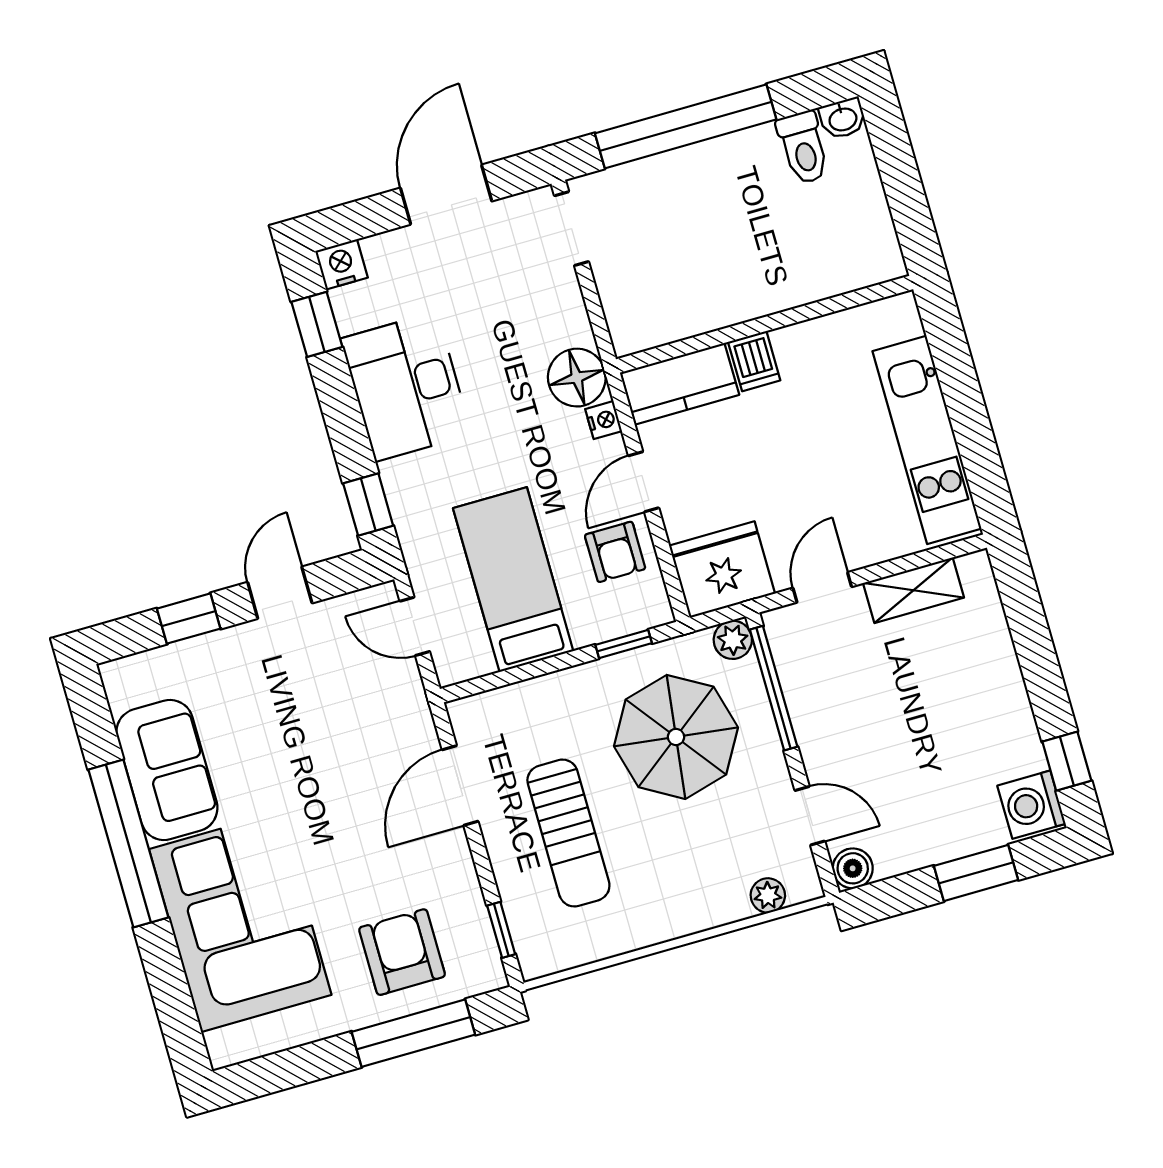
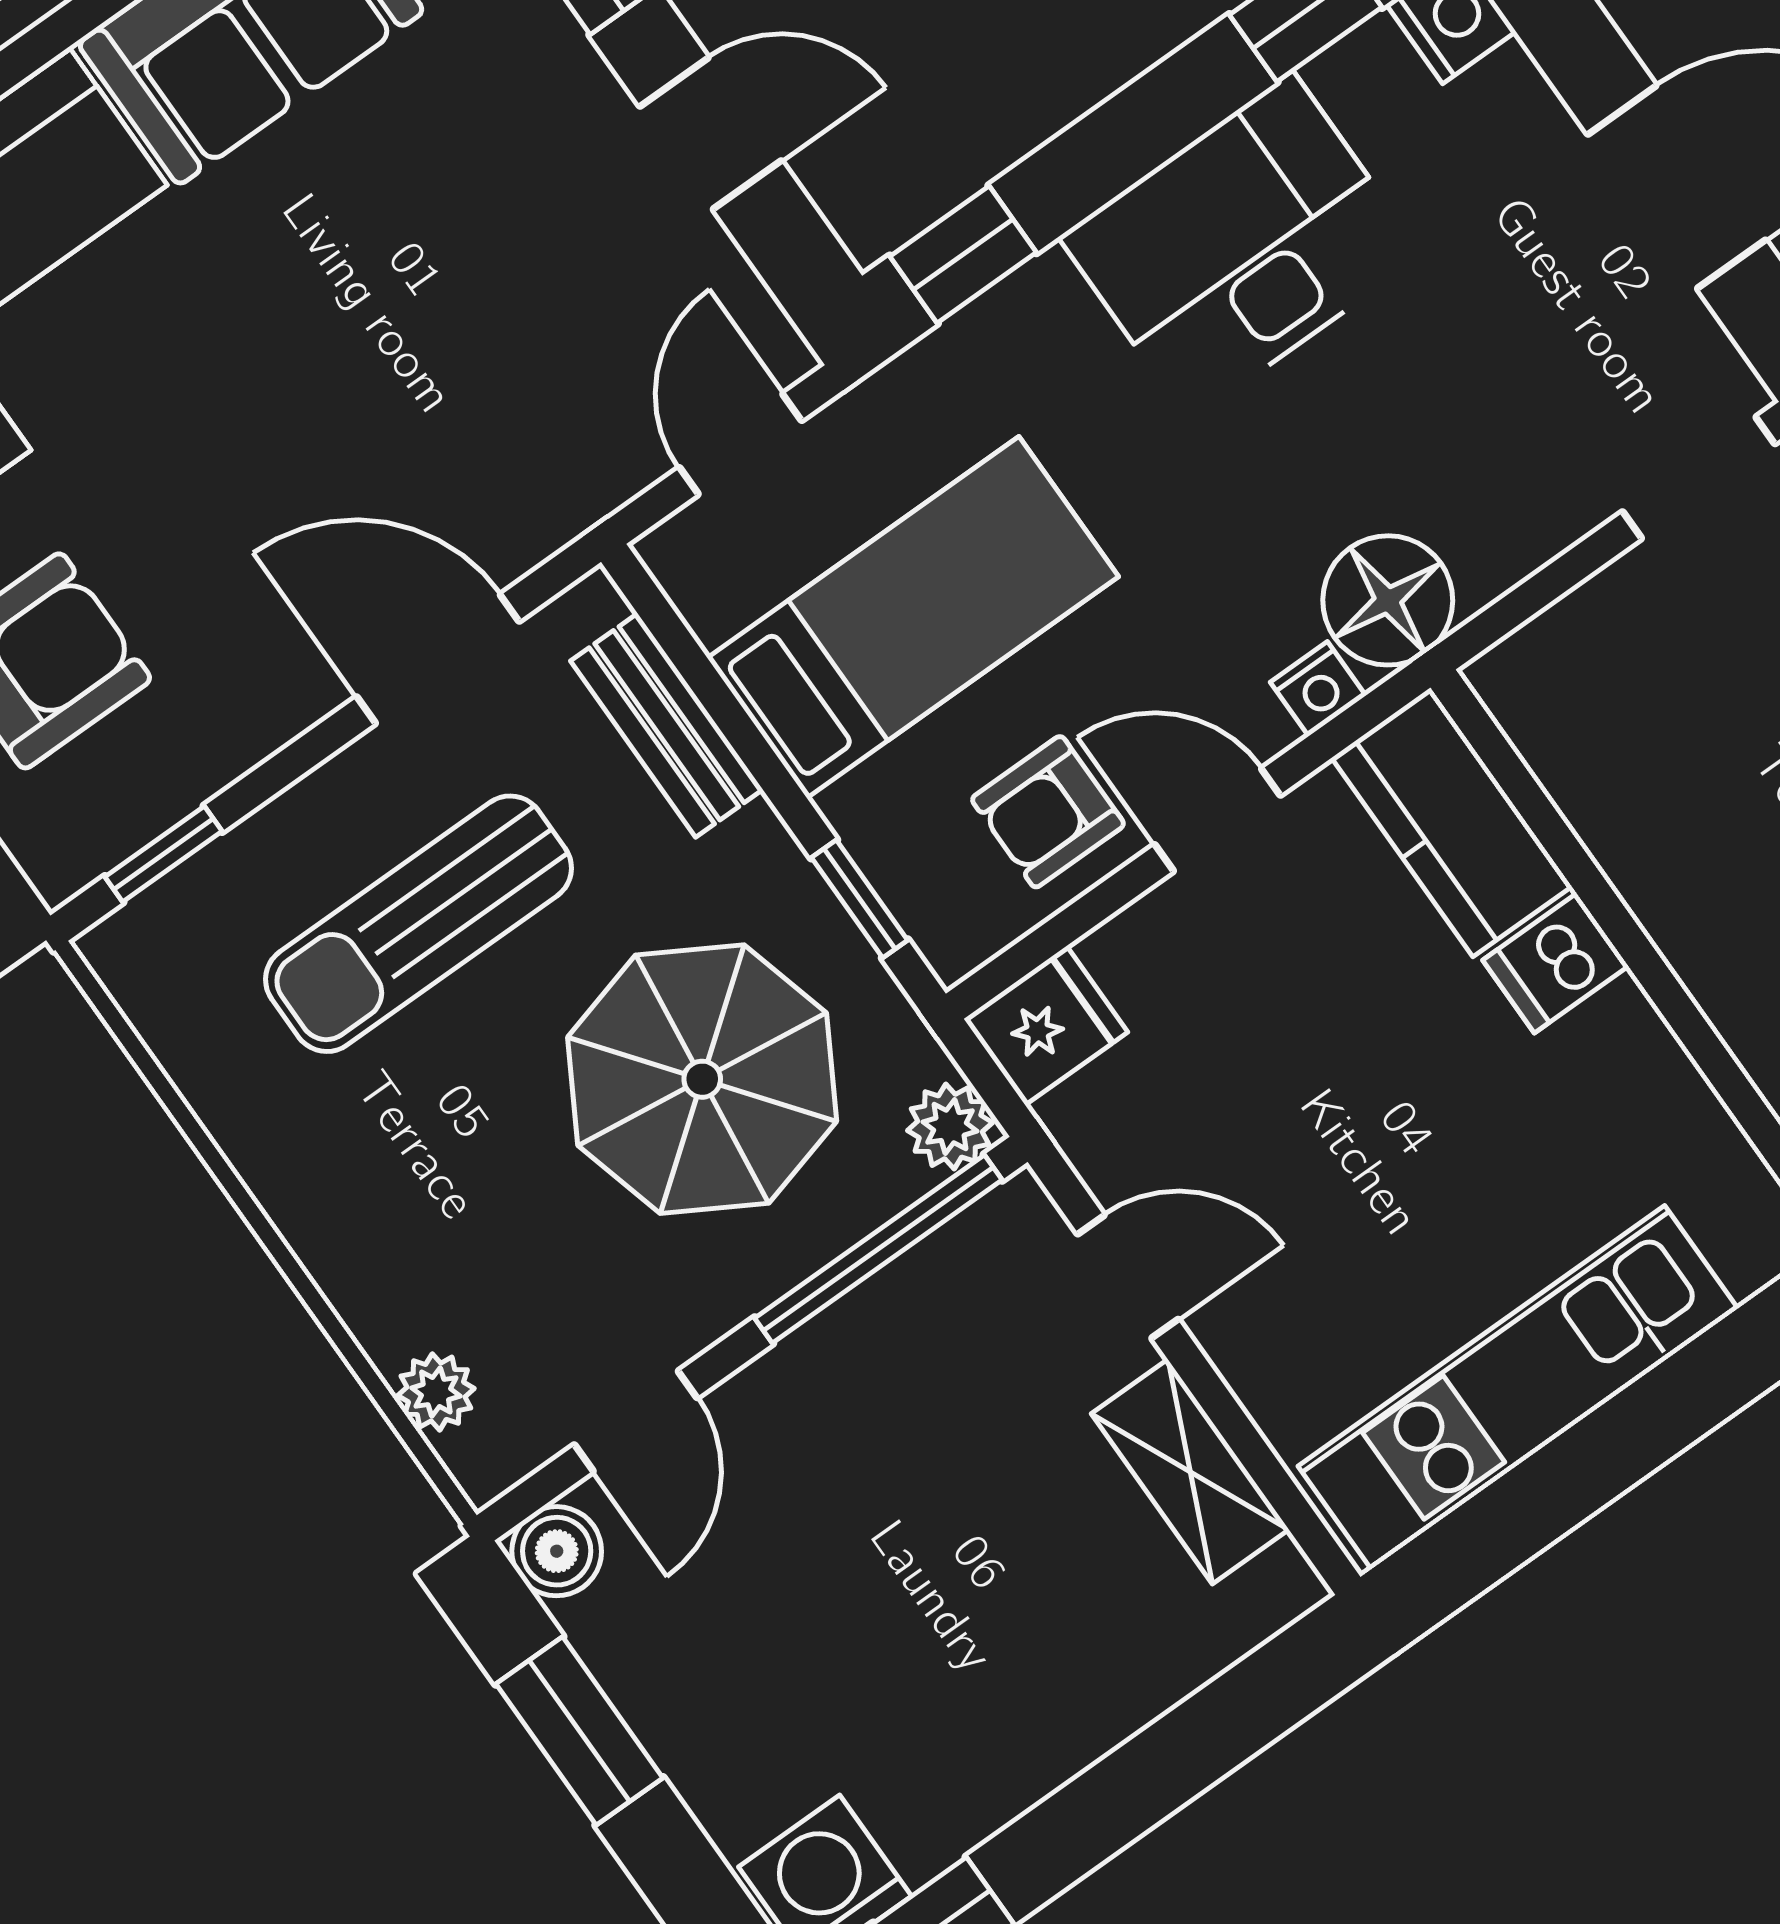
fridge: (722, 570) -> (1046, 1025), width x0.53, depth x0.75
bench: (522, 699) -> (667, 725), added
window: (976, 873) -> (579, 1731), moved

